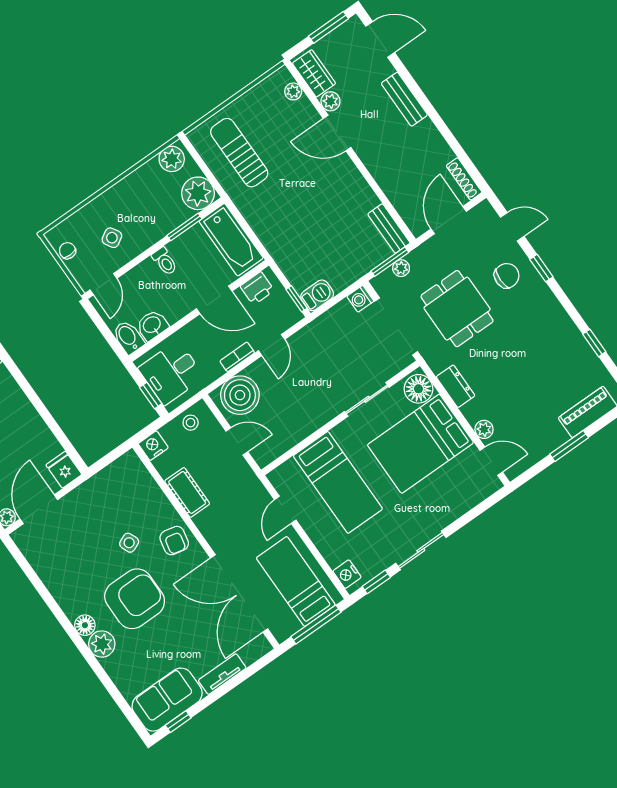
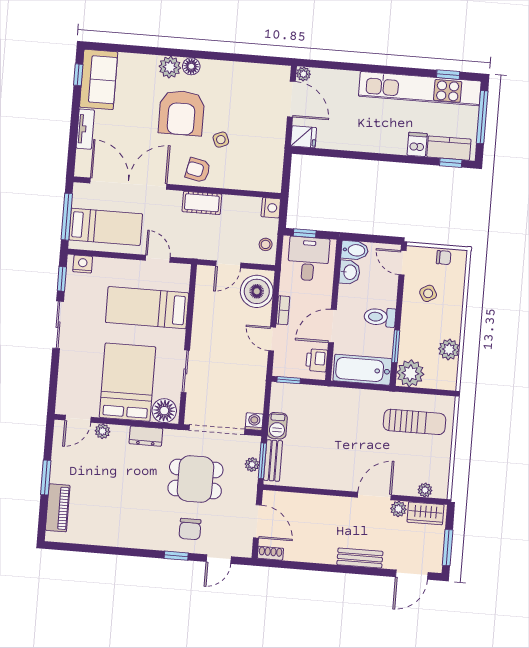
plant: (172, 159) -> (449, 349), moved
shoe rack: (464, 179) -> (270, 553), width x0.70
bench: (389, 228) -> (273, 461), moved, turned 90
toilet: (165, 261) -> (380, 317), width x1.37, depth x1.39
barbecue: (317, 295) -> (277, 426), moved
window: (594, 343) -> (99, 549), removed
cot: (187, 492) -> (202, 203), moved

